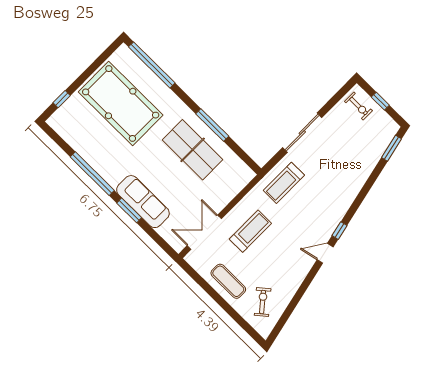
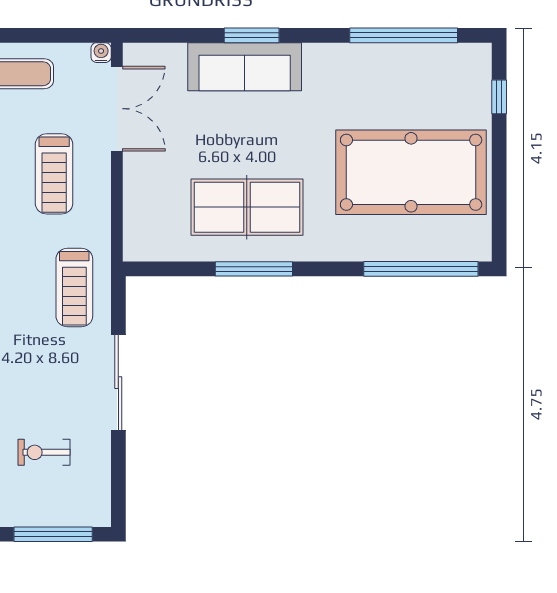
window: (380, 101) -> (53, 534), width x2.17
exercise bike: (358, 106) -> (44, 452), moved
window: (92, 174) -> (404, 35), moved
treadmill: (284, 183) -> (74, 288), turned 180
water cooler: (190, 258) -> (101, 53), added

